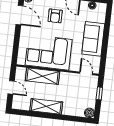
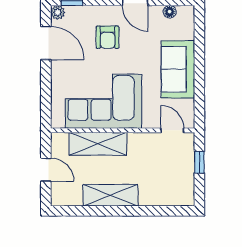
boiler: (89, 113) -> (186, 198), removed

